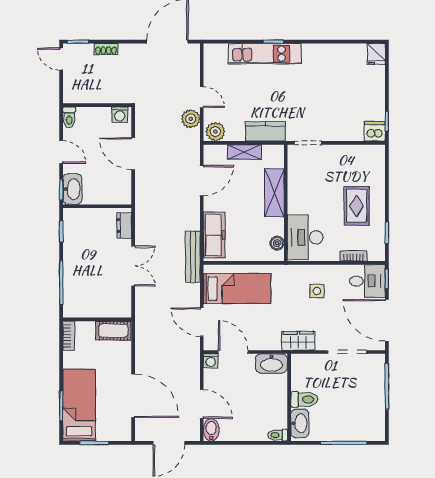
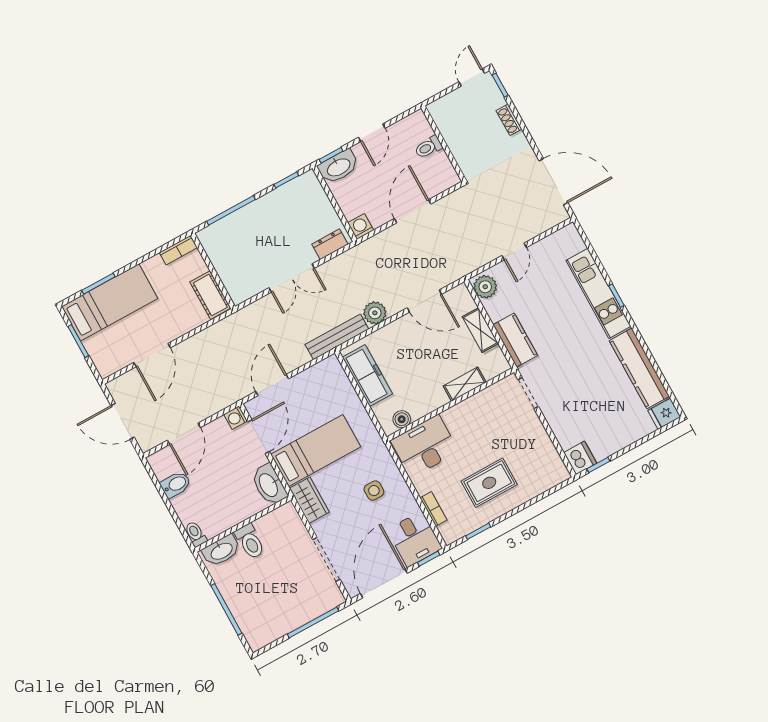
kitchen counter: (334, 54) -> (639, 368), added
washing machine: (120, 115) -> (361, 226), moved, turned 90
toilet: (69, 117) -> (428, 147), moved
plant: (191, 119) -> (375, 313), moved
shelving: (274, 193) -> (465, 384), width x0.67, depth x0.75
freezer: (214, 235) -> (367, 376), moved, turned -90
bed: (237, 289) -> (316, 450), moved, turned -90
door: (133, 396) -> (152, 355), width x0.73
bidet: (211, 430) -> (176, 484), moved

